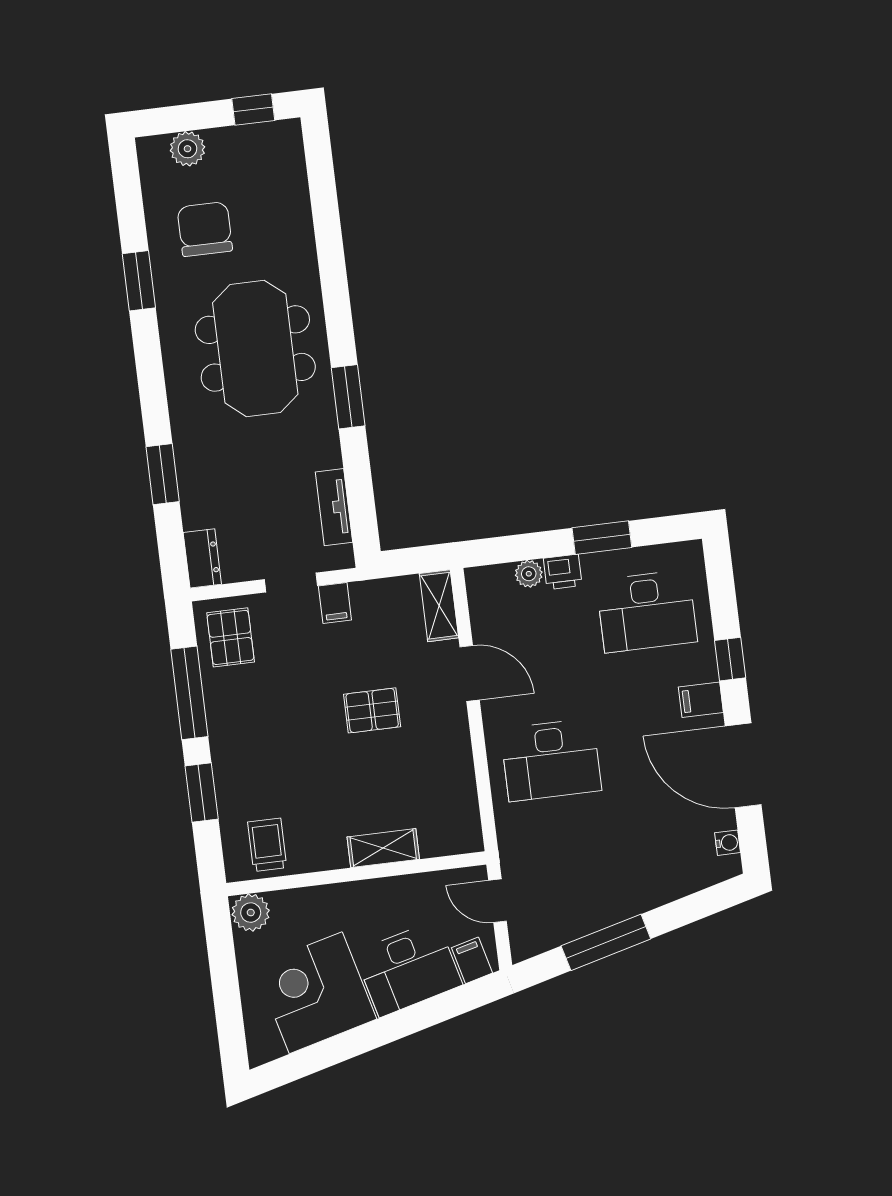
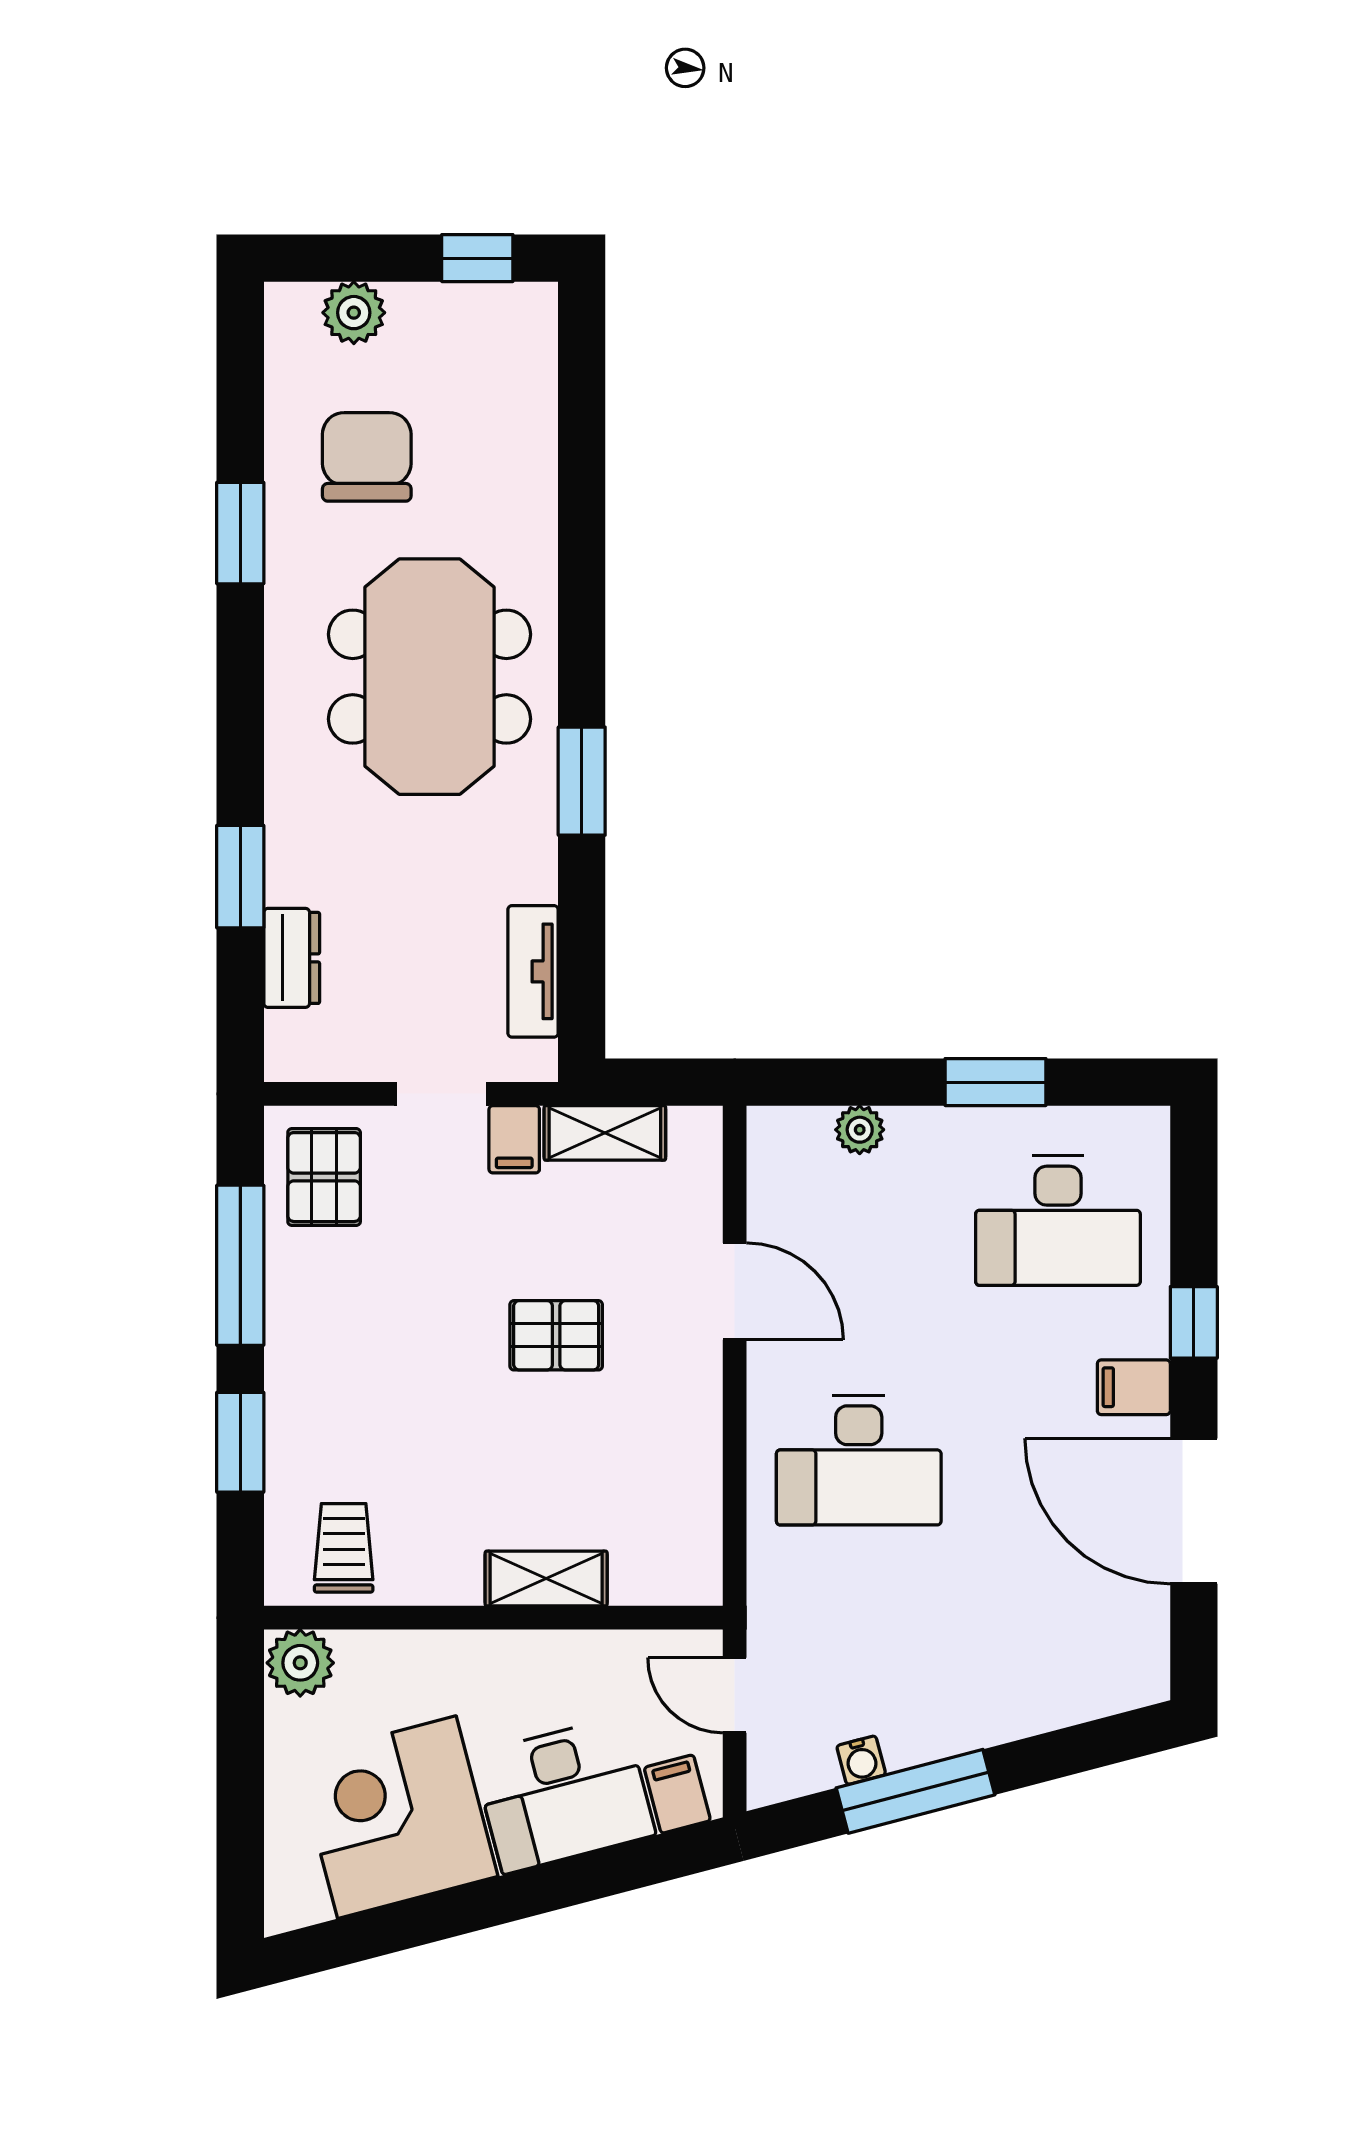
dresser: (202, 558) -> (292, 958), moved
printer: (563, 572) -> (919, 1134), removed
shelving: (439, 606) -> (605, 1133), moved, turned 90
water cooler: (728, 843) -> (861, 1760), moved, turned 75

